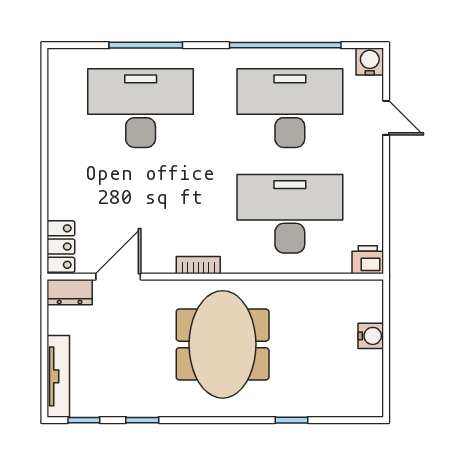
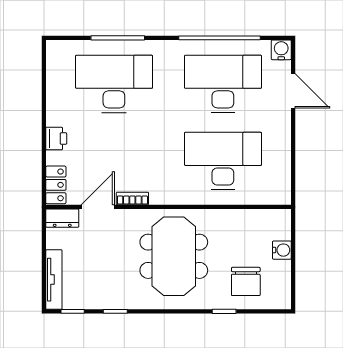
door: (386, 118) -> (293, 91), width x1.38
printer: (368, 260) -> (56, 139), moved, turned 90
bookcase: (198, 265) -> (132, 198), moved
chair: (321, 379) -> (246, 281), added

